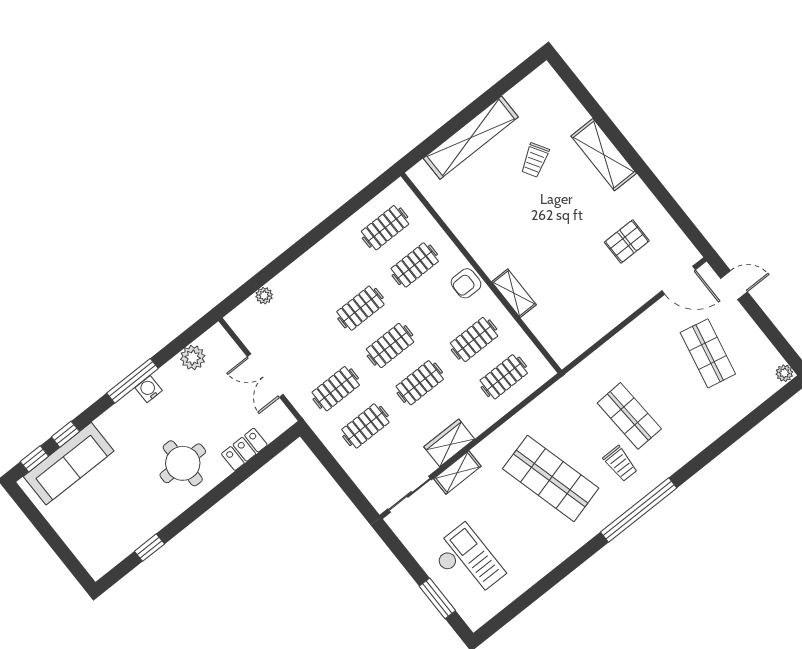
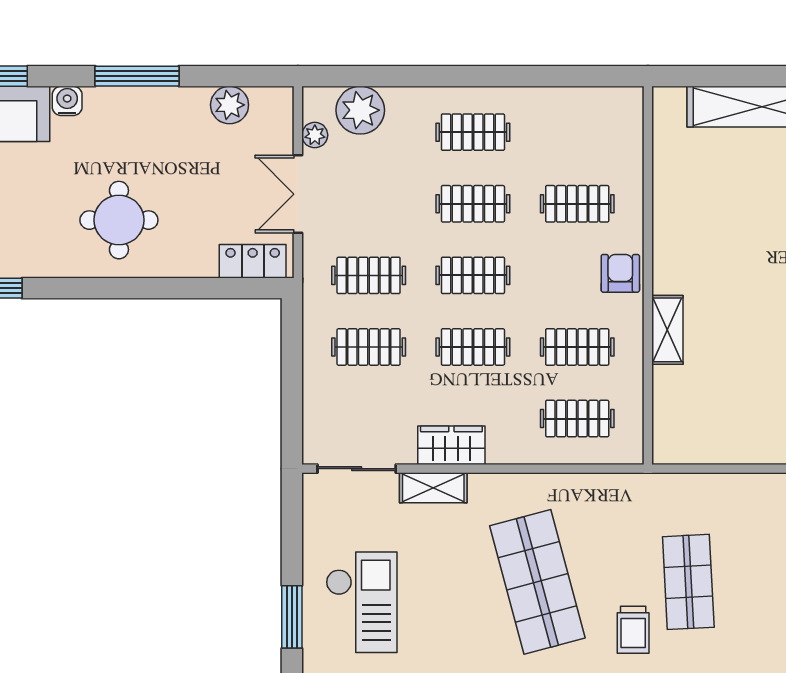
clothes rail: (385, 228) -> (473, 132), moved
armchair: (466, 283) -> (620, 273), turned 90
plant: (264, 296) -> (360, 110), width x1.87, depth x1.87
plant: (250, 338) -> (315, 135), added
water cooler: (149, 389) -> (67, 101), moved
locker: (244, 449) -> (253, 261), moved

